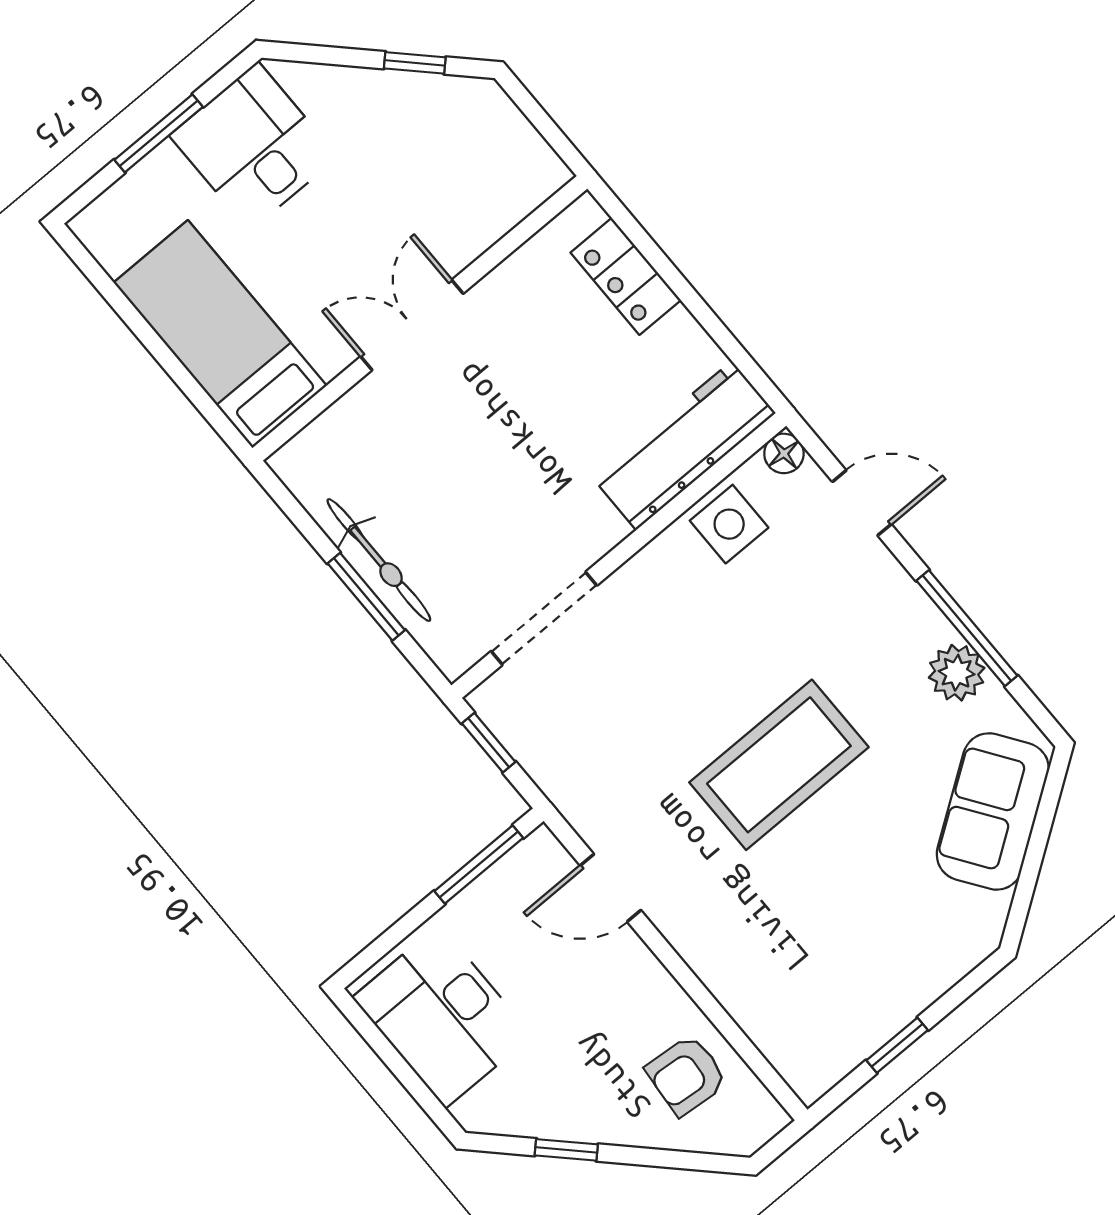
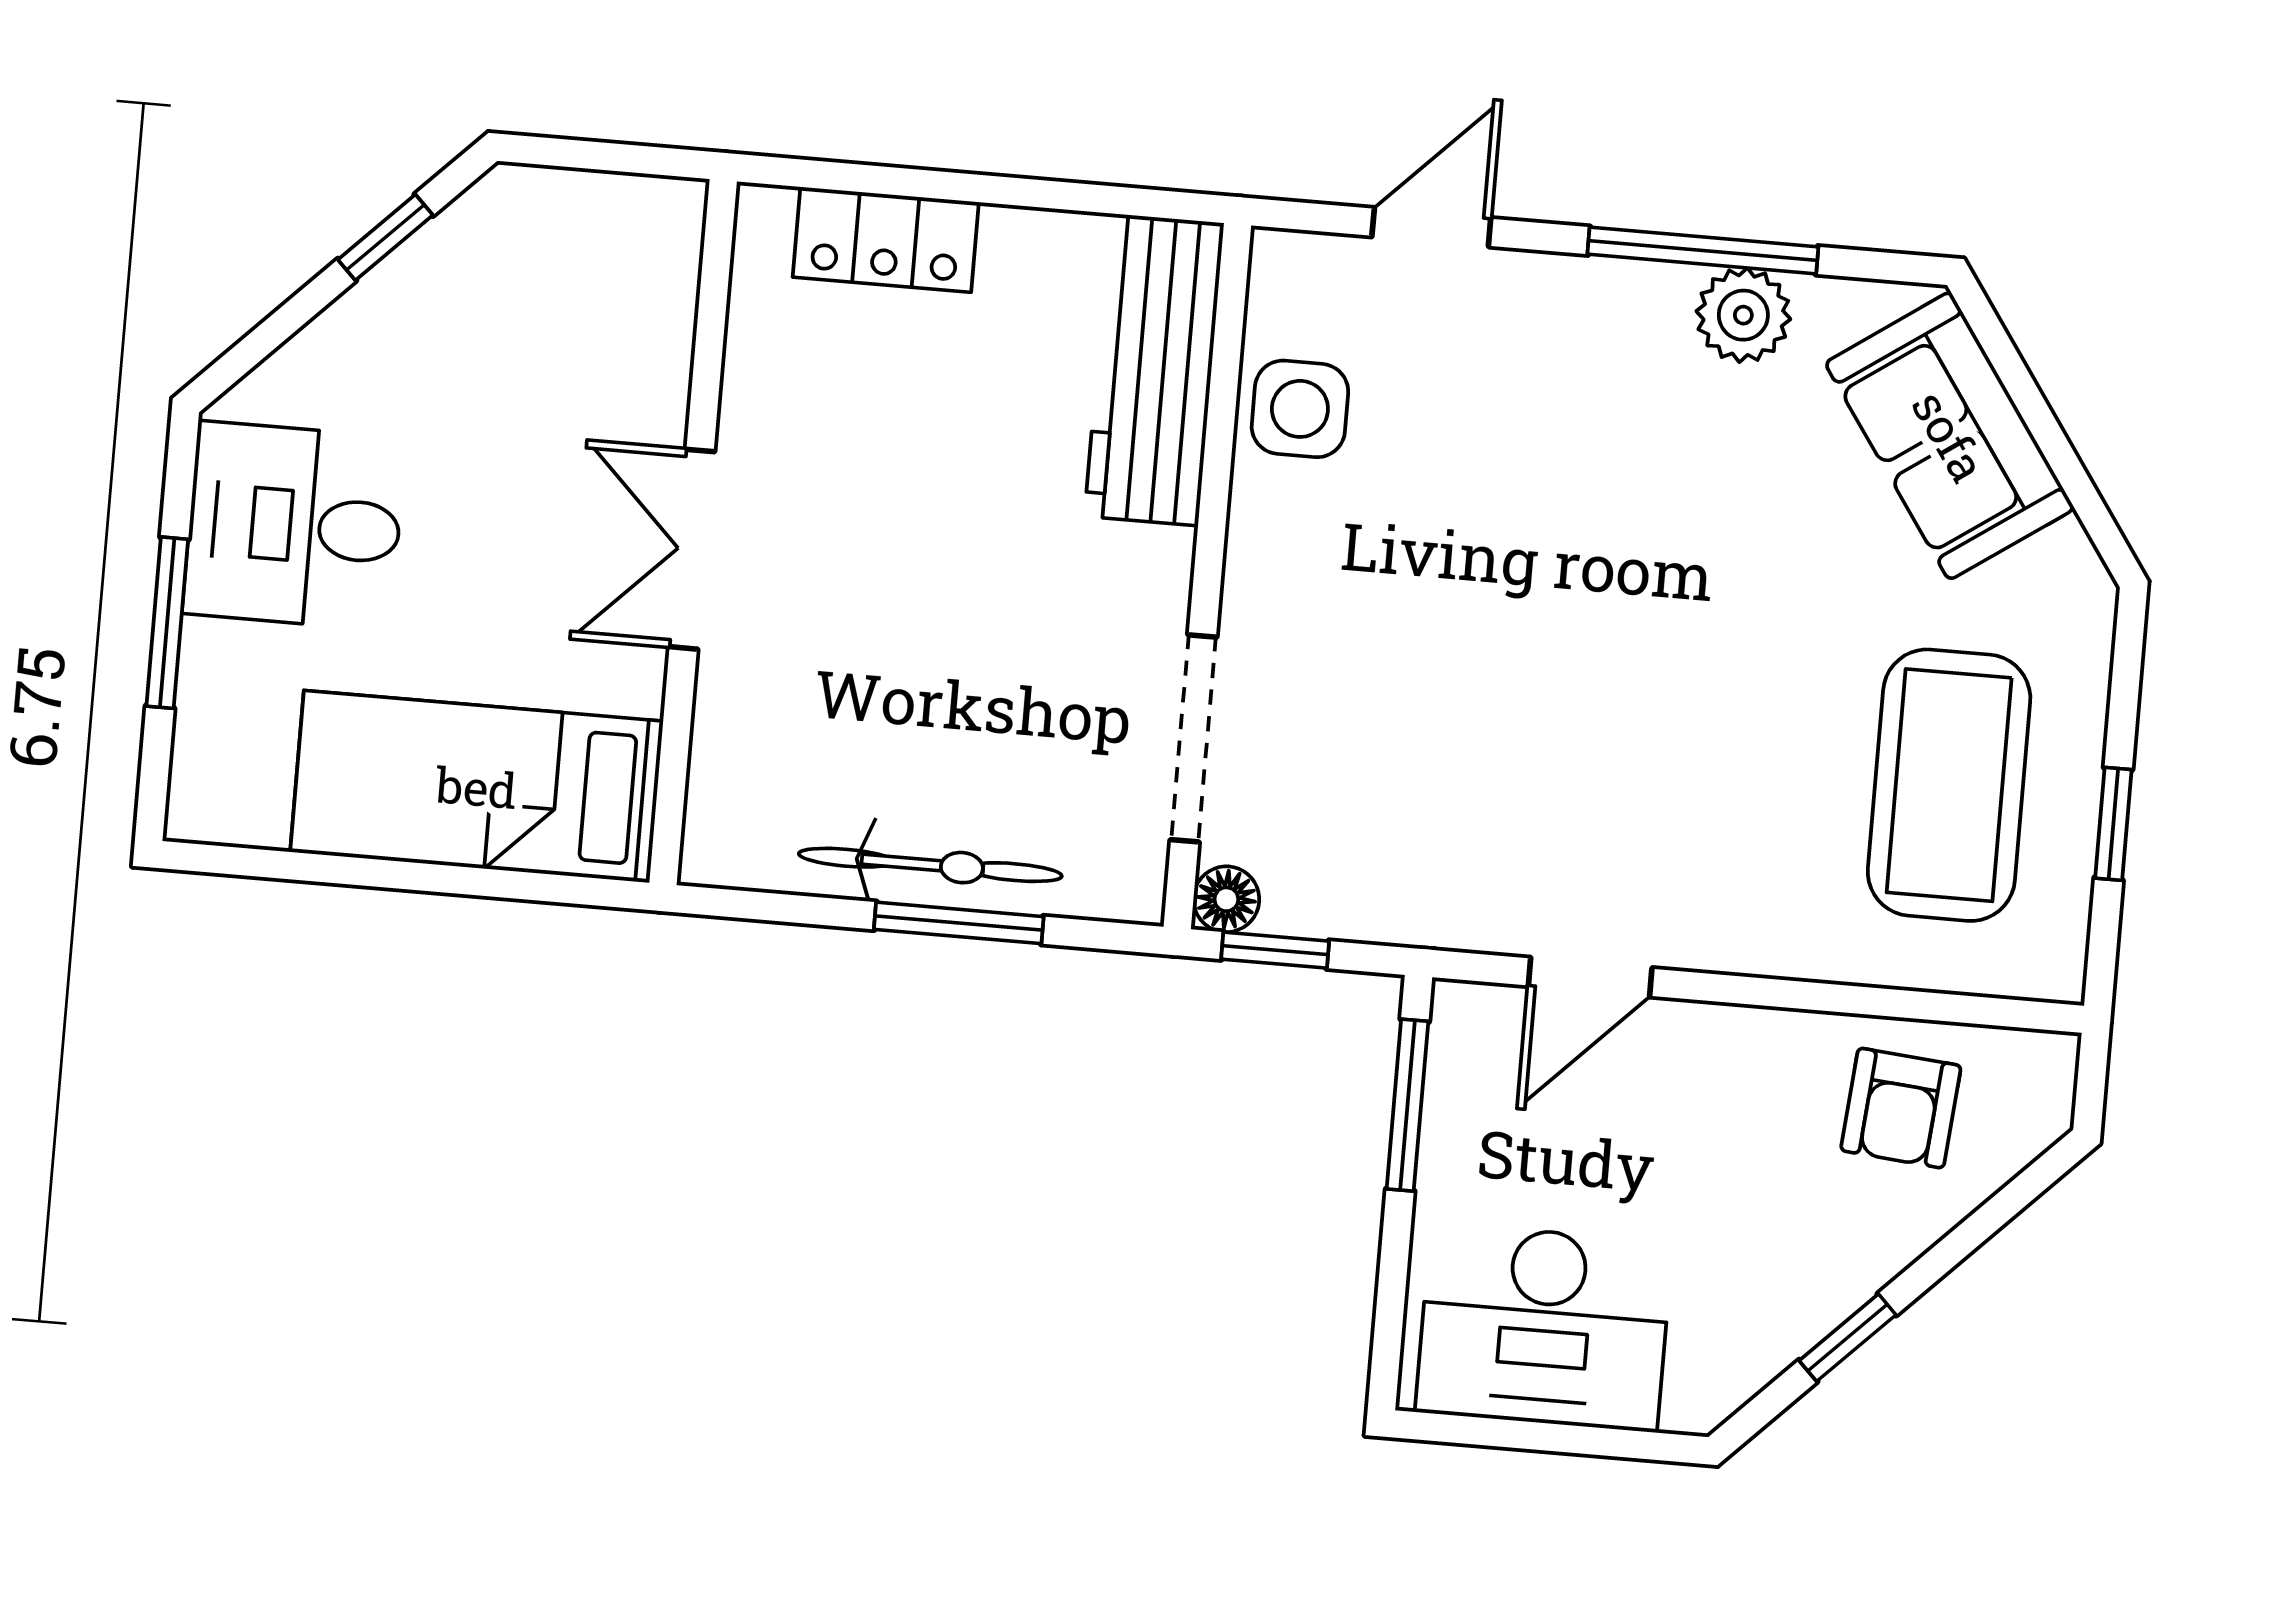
floor lamp: (784, 453) -> (1226, 899), moved
coffee table: (779, 765) -> (1949, 785), moved

